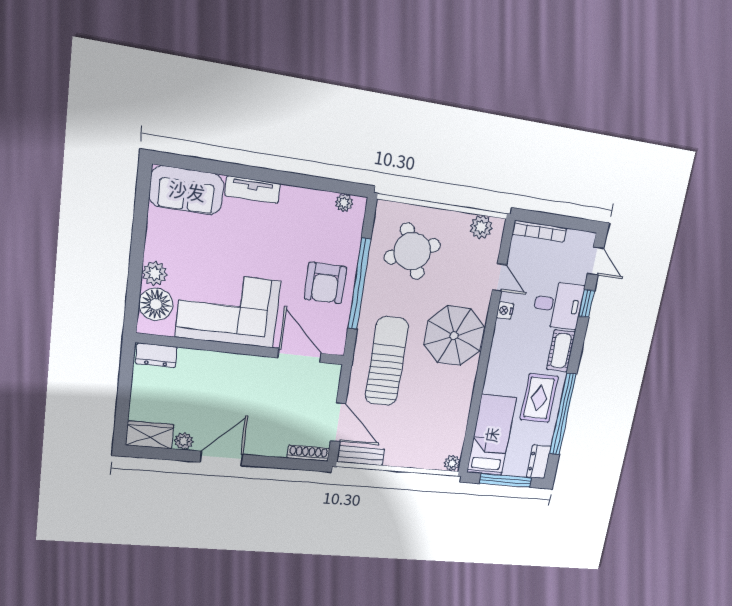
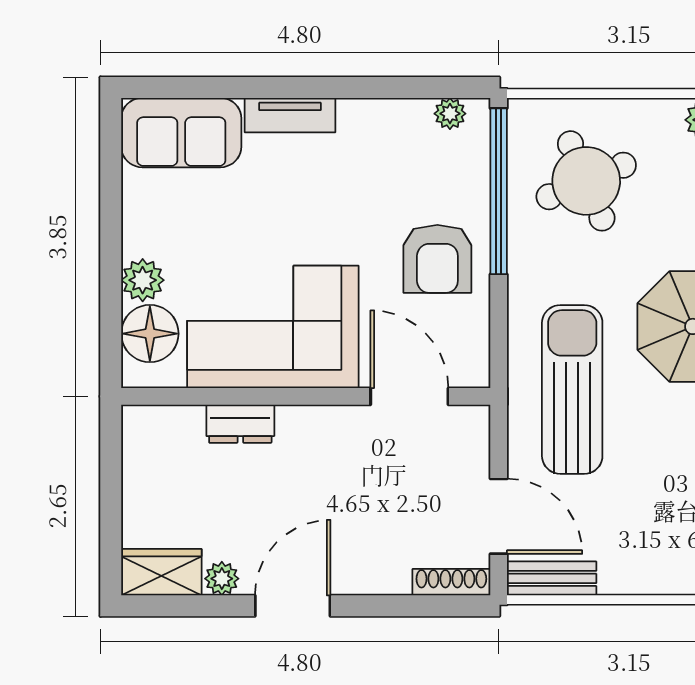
window: (359, 284) -> (499, 191), moved
dresser: (156, 355) -> (240, 424), moved

